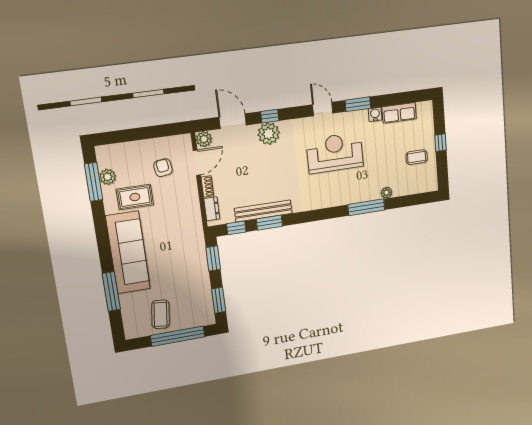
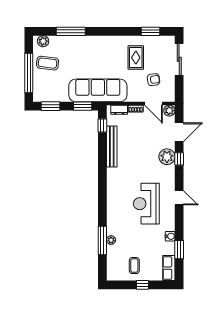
window: (358, 104) -> (179, 250), moved
door: (323, 109) -> (179, 198), hinge flipped
row of seats: (399, 113) -> (169, 268), moved
sliding door: (128, 135) -> (179, 59), added
reception desk: (335, 153) -> (146, 204), turned 180
plant: (108, 177) -> (43, 41), moved
window: (94, 182) -> (151, 31), width x0.69
window: (366, 207) -> (102, 240), moved
window: (269, 223) -> (102, 150), removed
sofa: (128, 252) -> (98, 90), moved, turned 180

